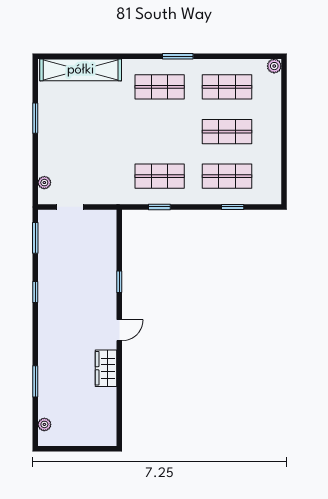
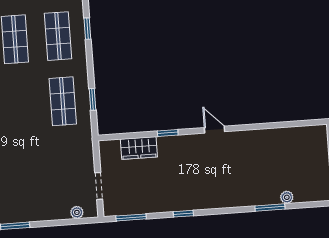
wardrobe: (106, 368) -> (139, 148), moved
plant: (44, 424) -> (287, 197), moved

